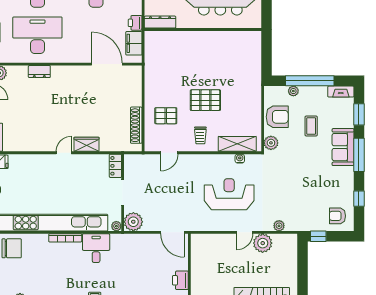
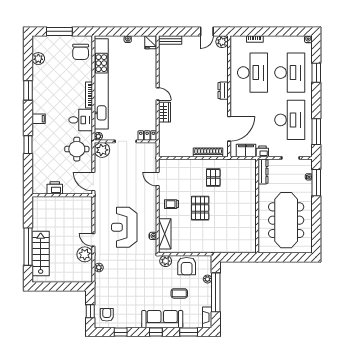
dresser: (39, 72) -> (223, 91), moved
pallet: (166, 116) -> (213, 177), moved
shoe rack: (136, 125) -> (208, 152), moved
sofa: (343, 147) -> (162, 319), width x1.36
window: (359, 155) -> (156, 332), width x0.46
reception desk: (229, 194) -> (124, 227), turned 180
door: (172, 232) -> (93, 181), hinge flipped
window: (318, 236) -> (90, 311), moved
round table: (132, 253) -> (77, 149), added

